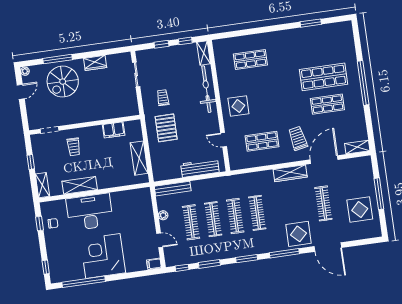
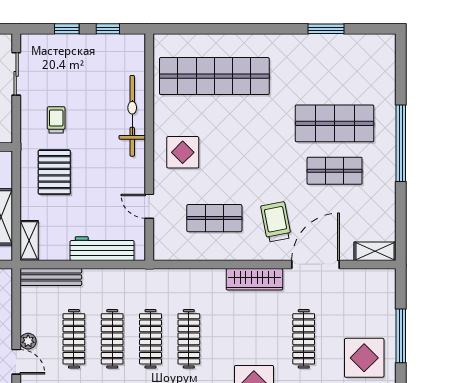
shelving: (204, 53) -> (29, 240), moved
shop shelf: (250, 59) -> (214, 76), width x2.00, depth x1.36
plant: (163, 215) -> (28, 341), moved

